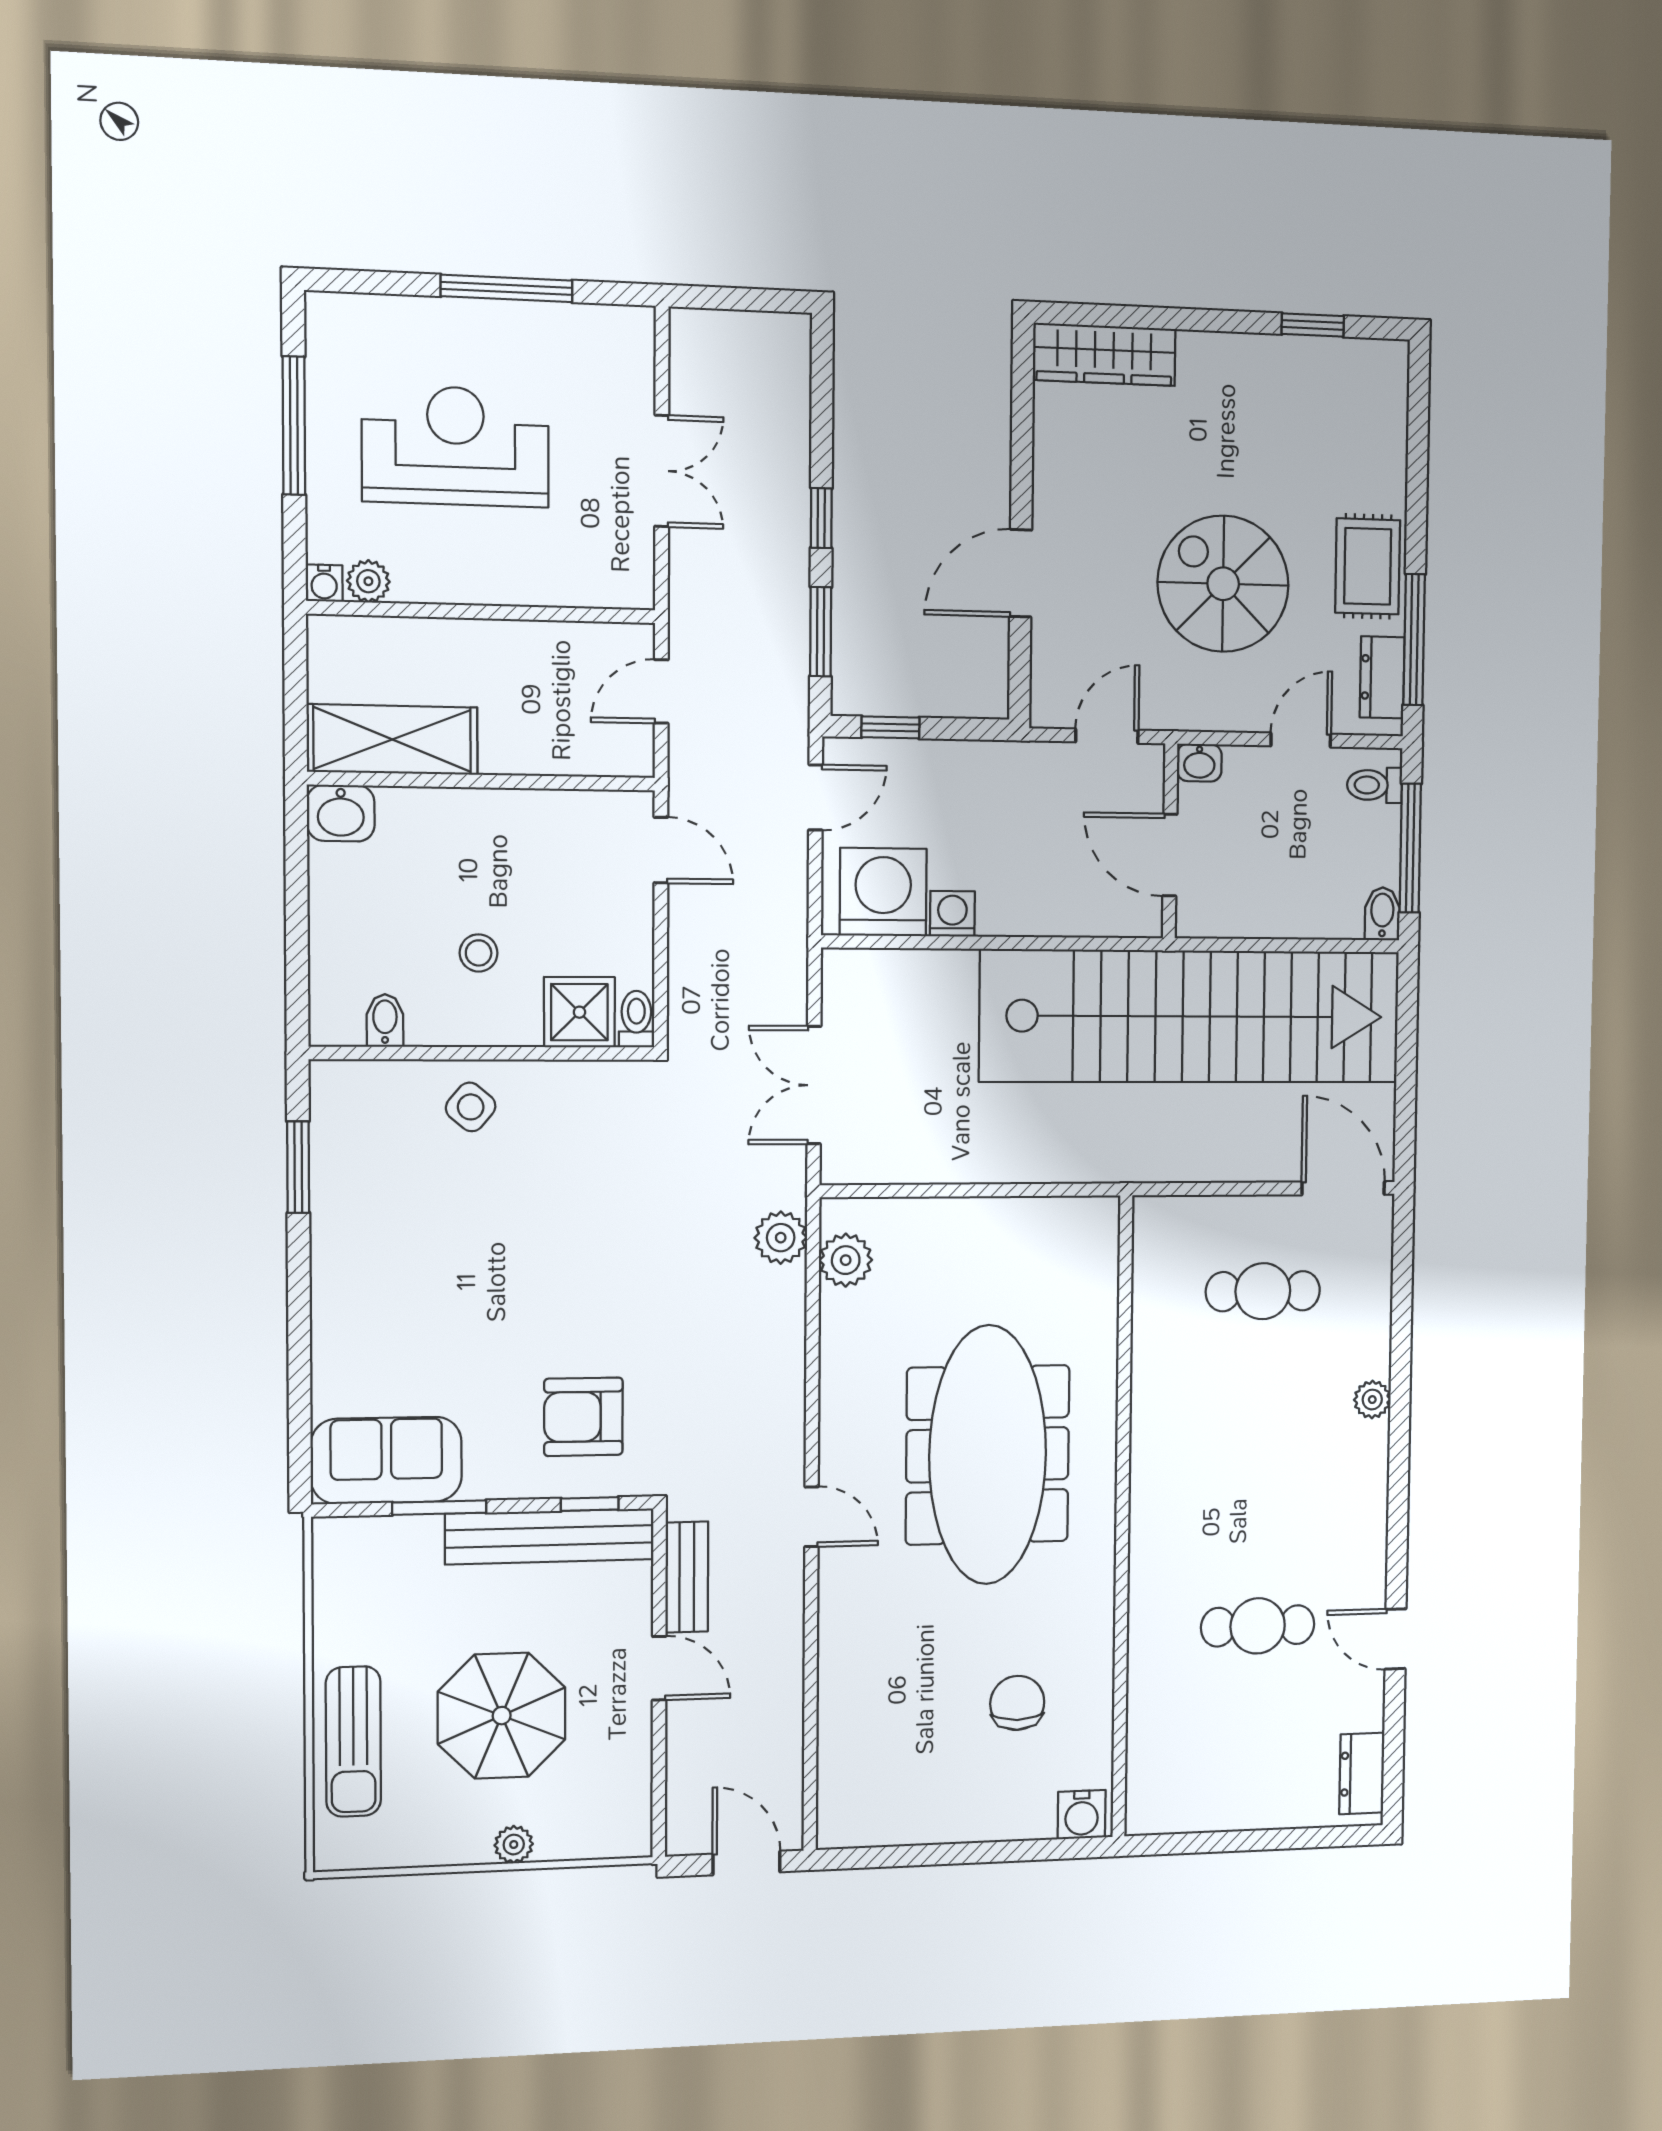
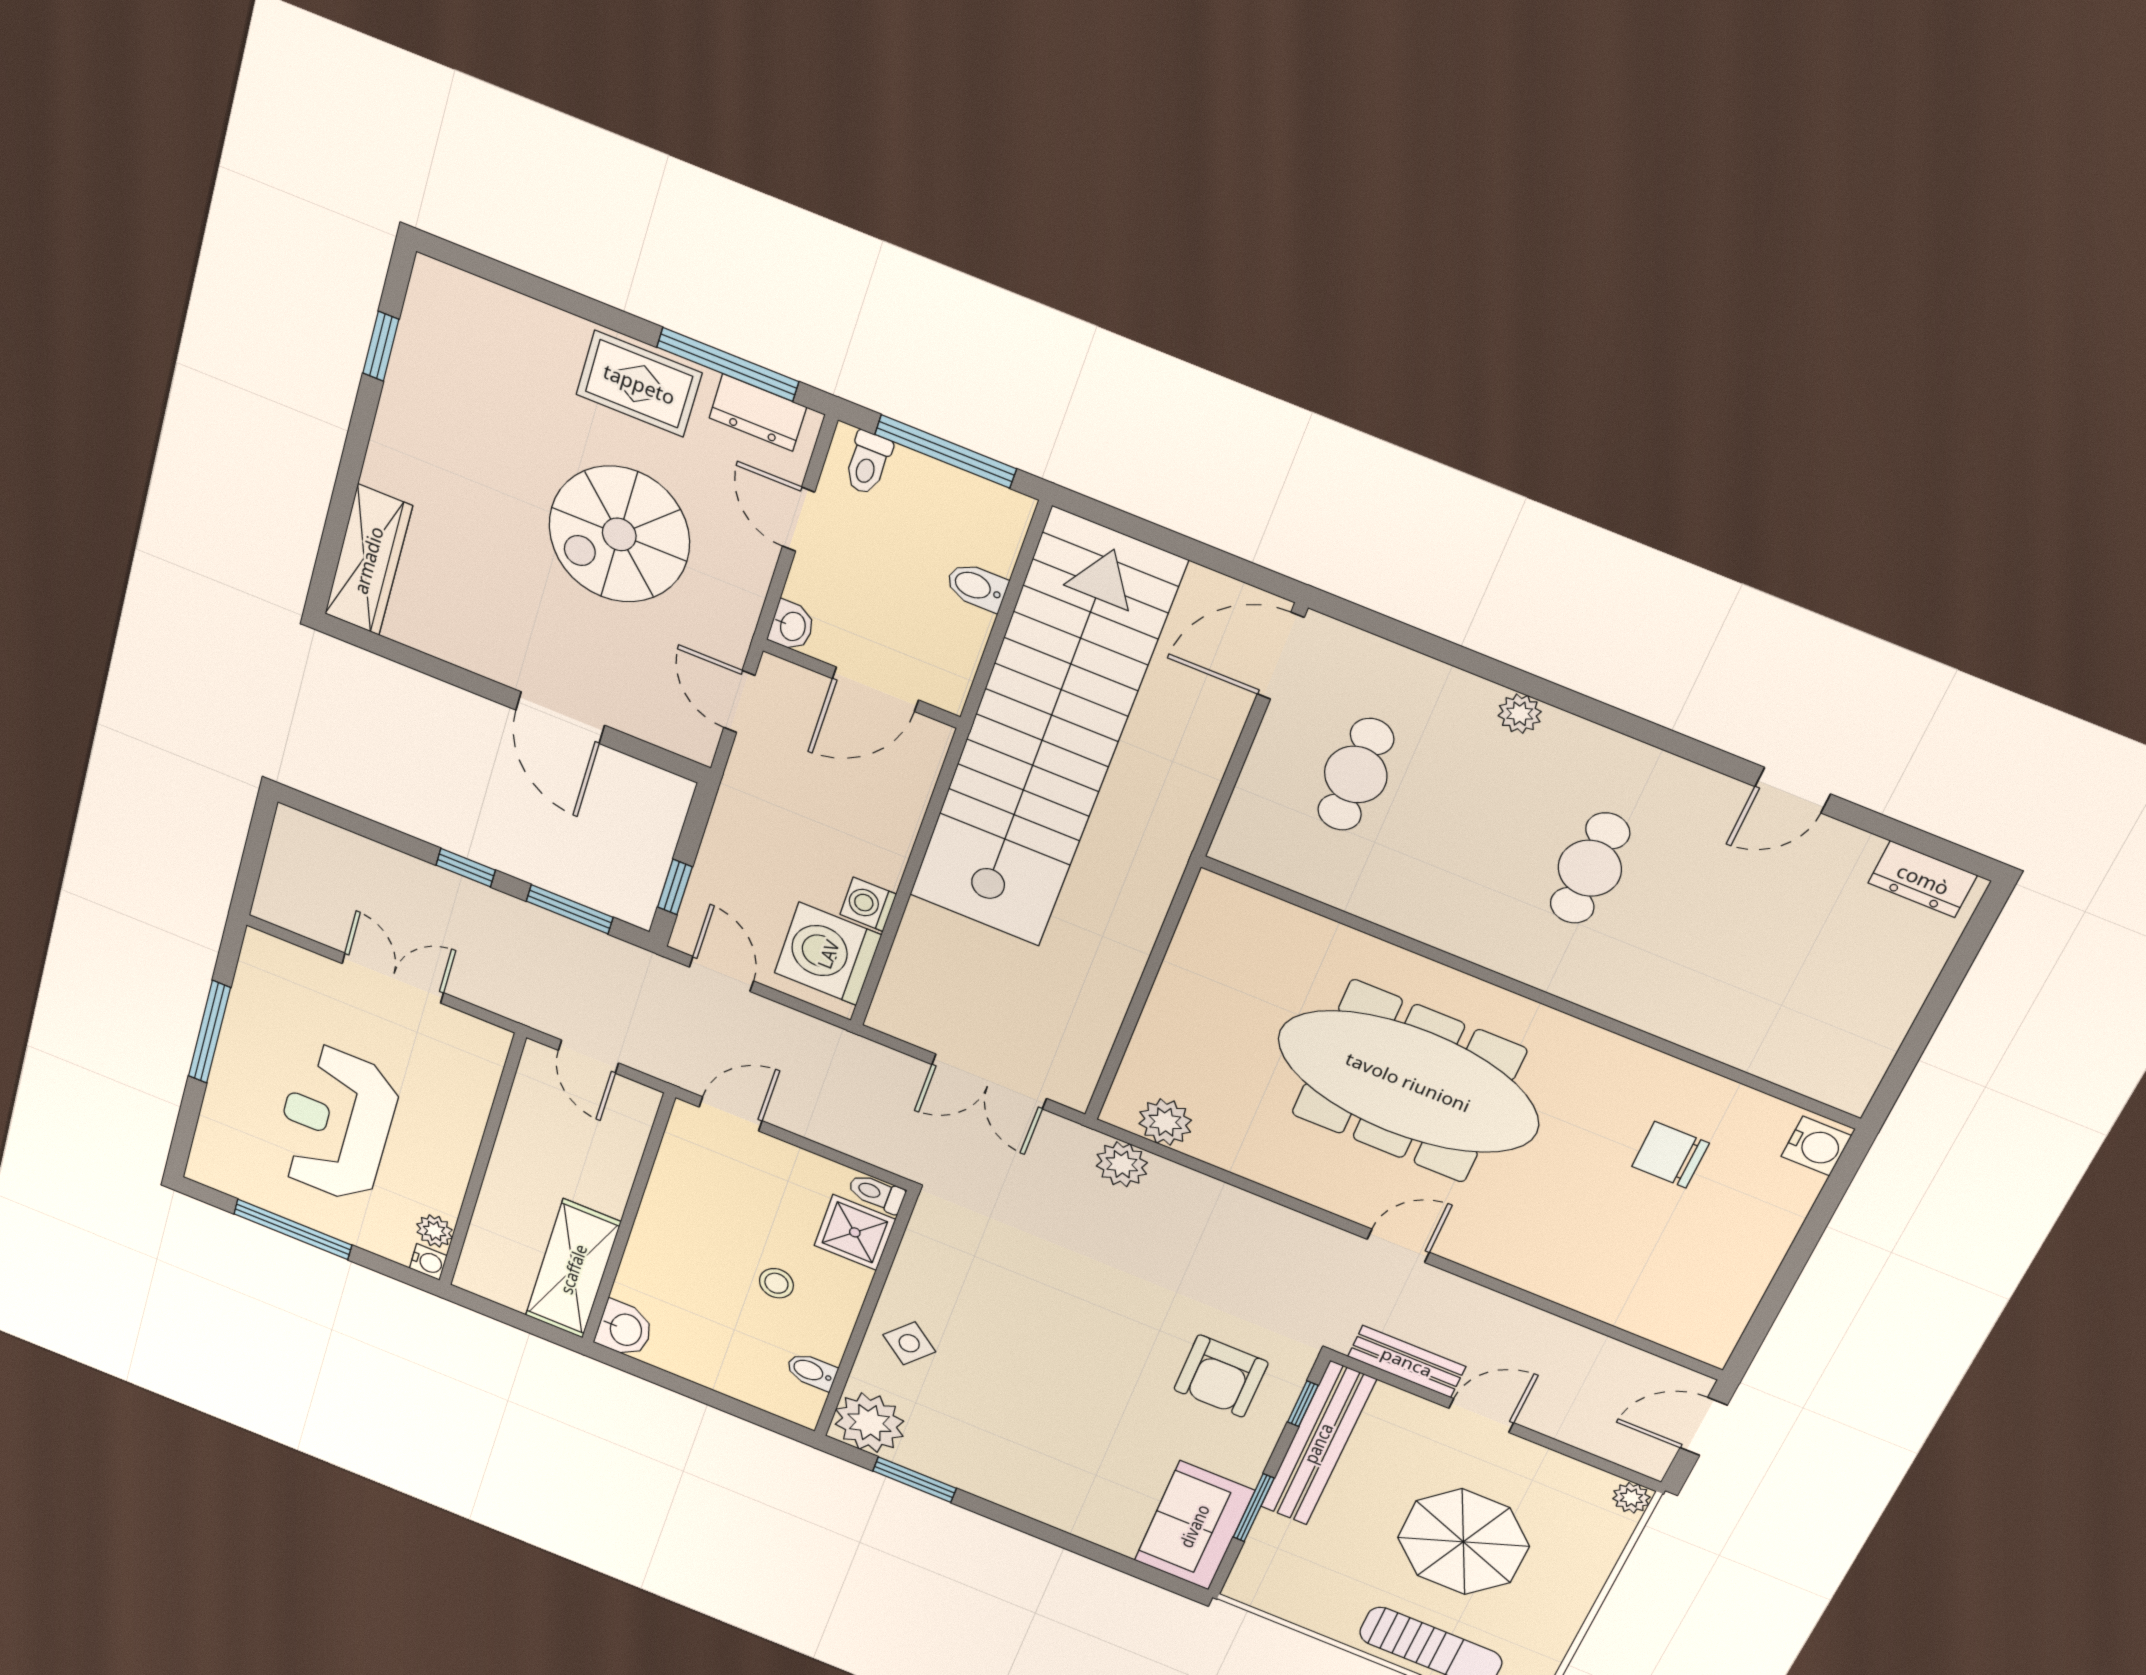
bidet: (1382, 914) -> (977, 587), moved
plant: (349, 1099) -> (869, 1423), added
cafe table: (1258, 1626) -> (1590, 868), moved
plant: (514, 1845) -> (1631, 1498), moved

